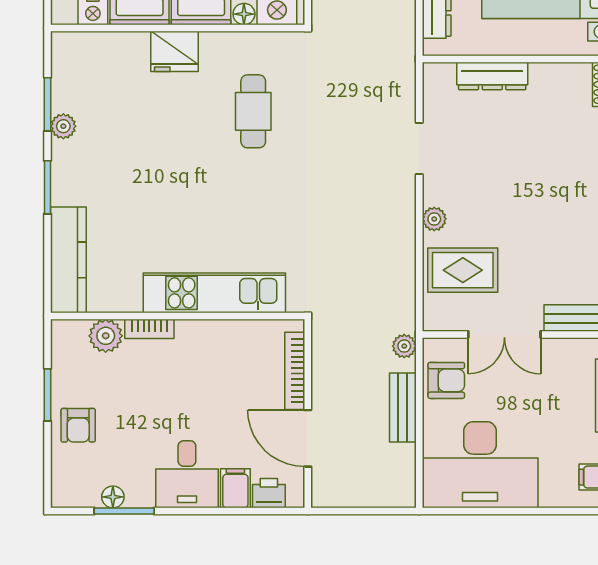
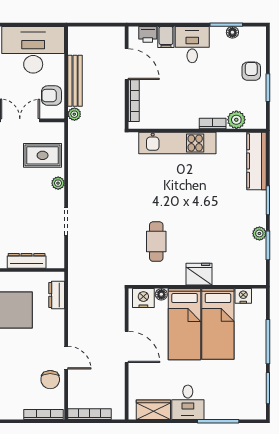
bench: (403, 408) -> (75, 81), width x1.36

